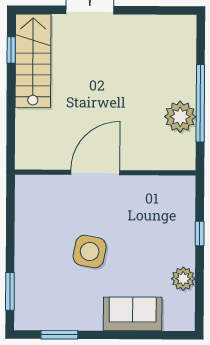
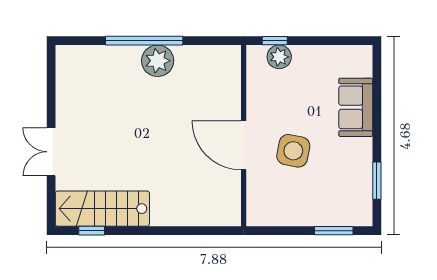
door: (95, 172) -> (244, 145), moved
wall: (105, 173) -> (244, 136), moved
plant: (183, 279) -> (279, 57), moved

